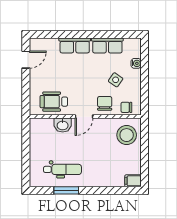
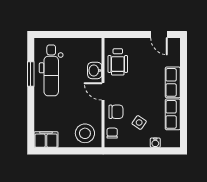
wheelchair: (54, 102) -> (118, 62), turned 180
dental chair: (62, 169) -> (51, 70), width x1.36, depth x1.38
filing cabinet: (133, 181) -> (46, 140), width x2.00

